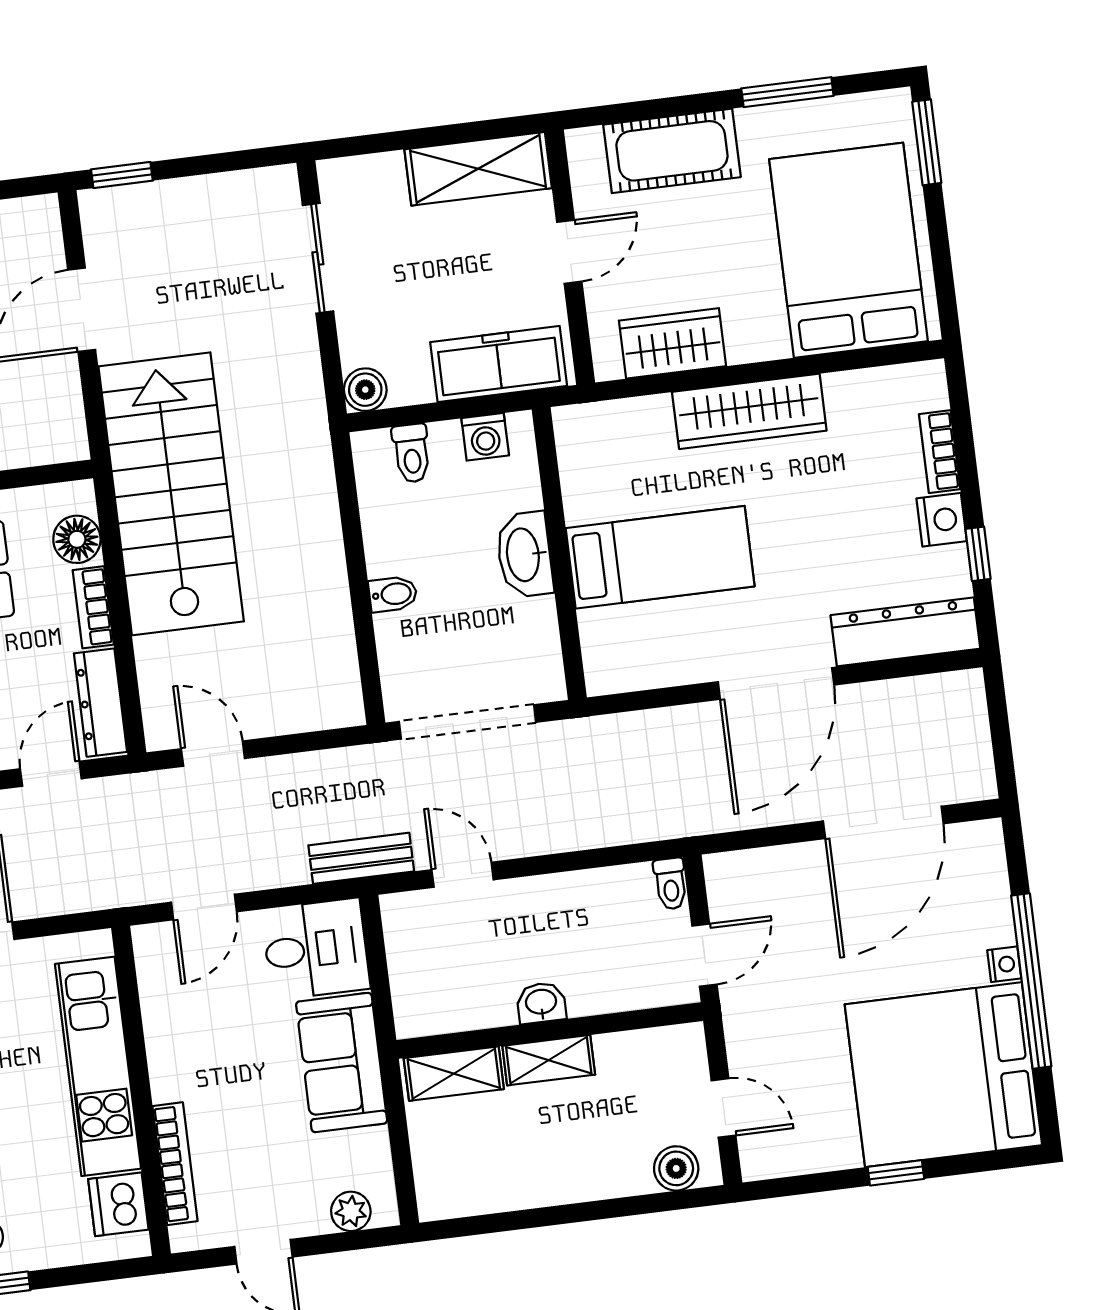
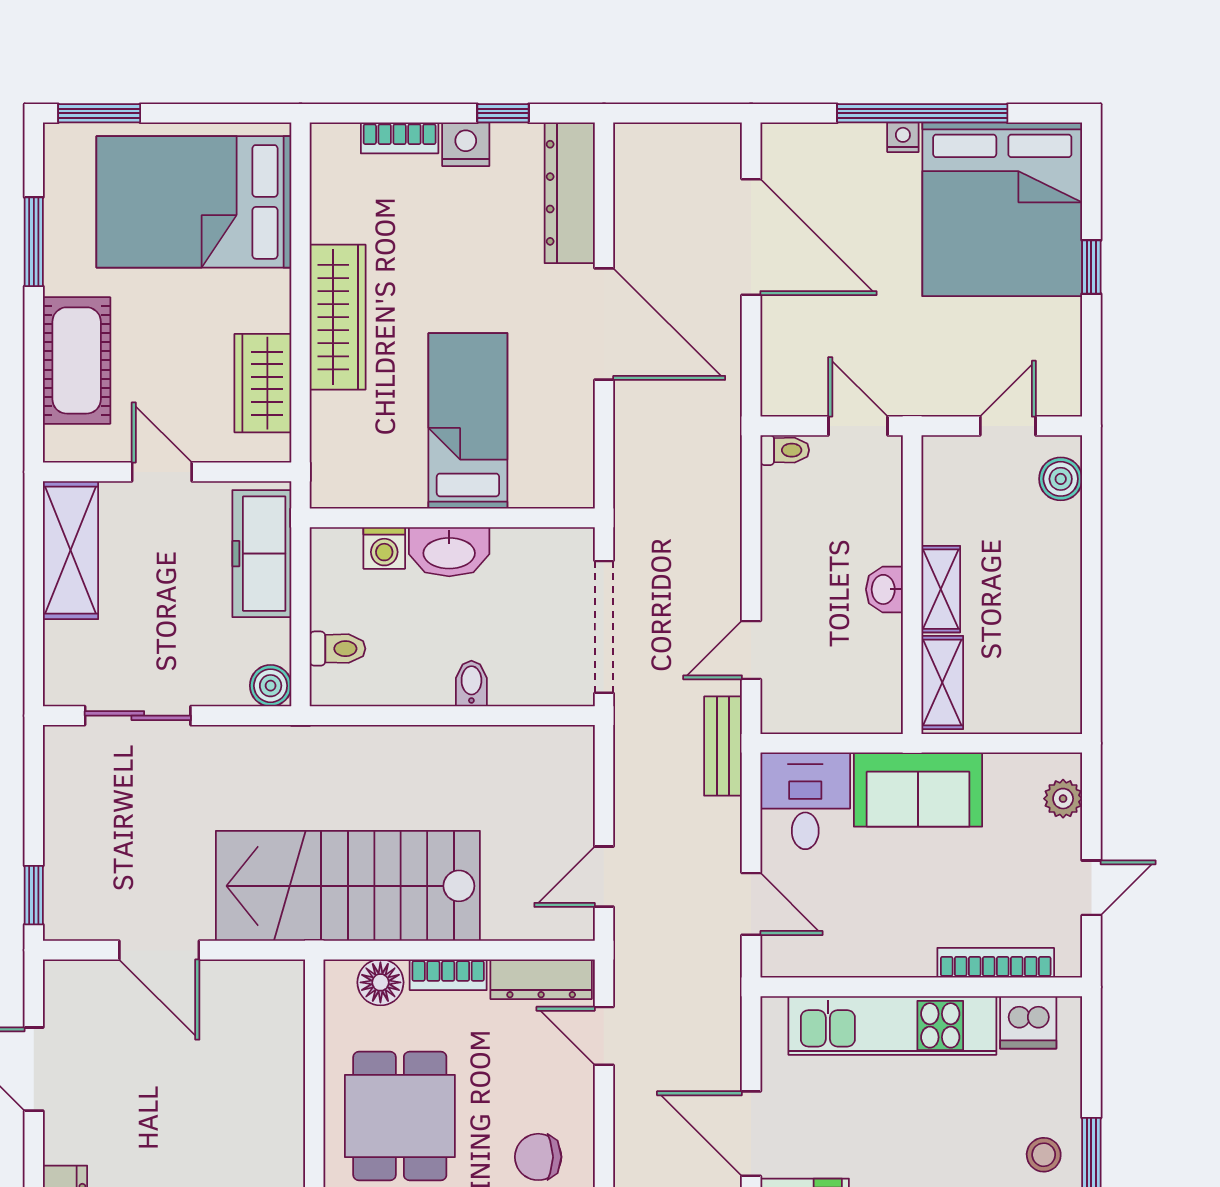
washing machine: (485, 437) -> (384, 548), moved, turned 90

